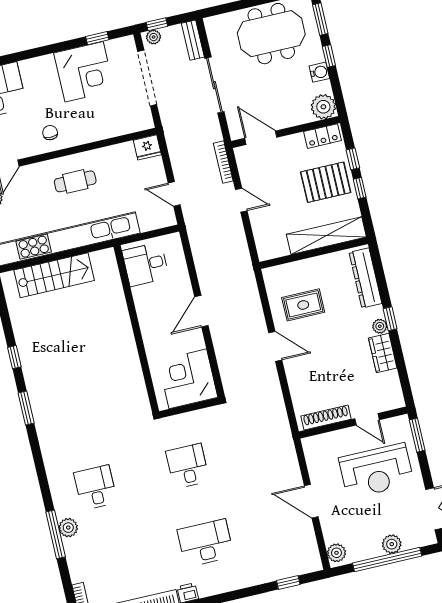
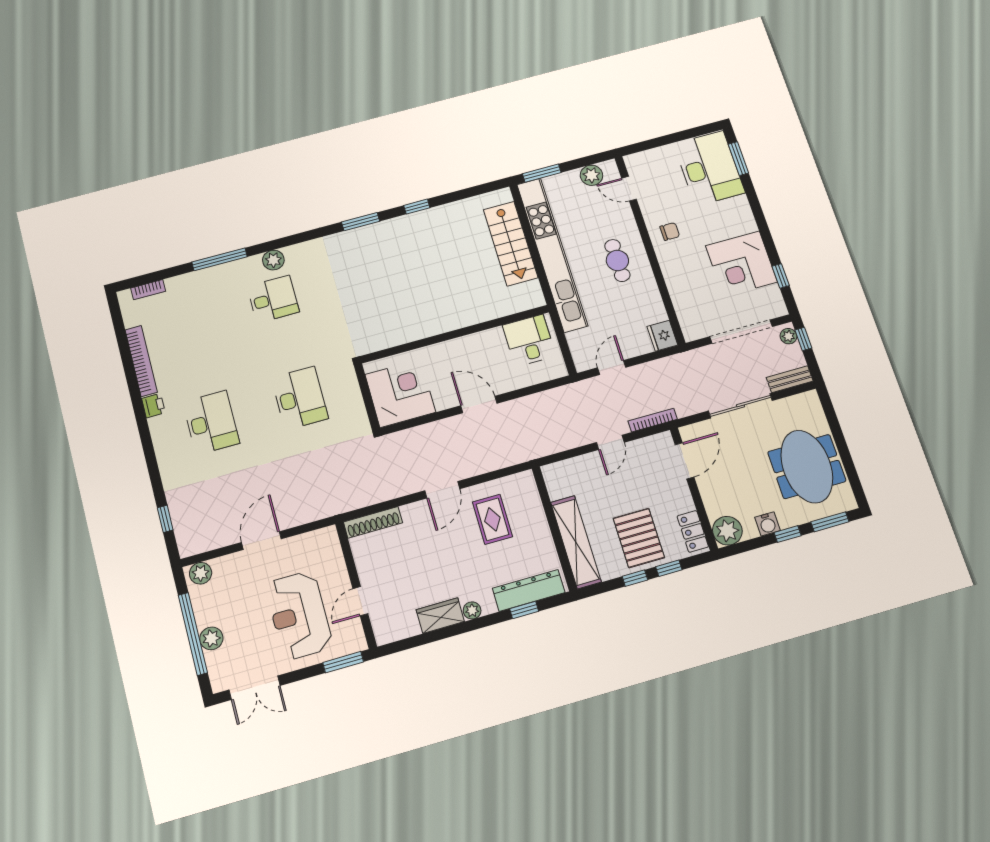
window: (390, 319) -> (524, 610), moved
shoe rack: (326, 418) -> (373, 522), moved, turned 90
desk: (188, 466) -> (300, 398), width x1.37
plant: (68, 528) -> (273, 260), moved

